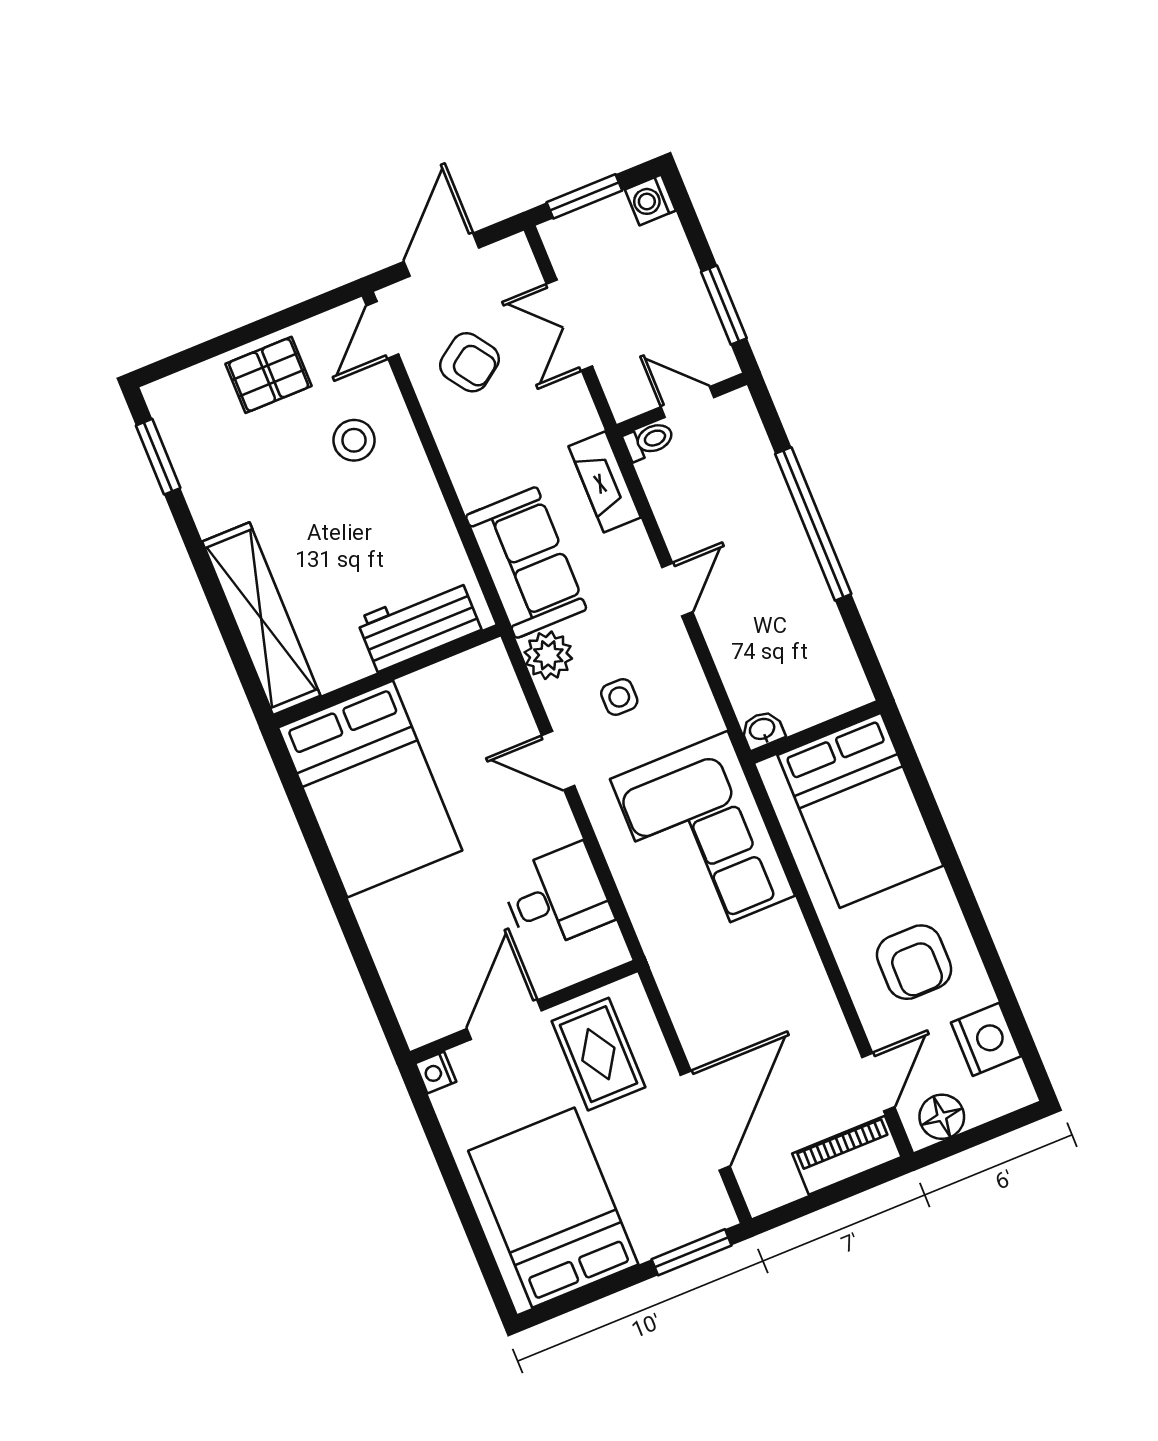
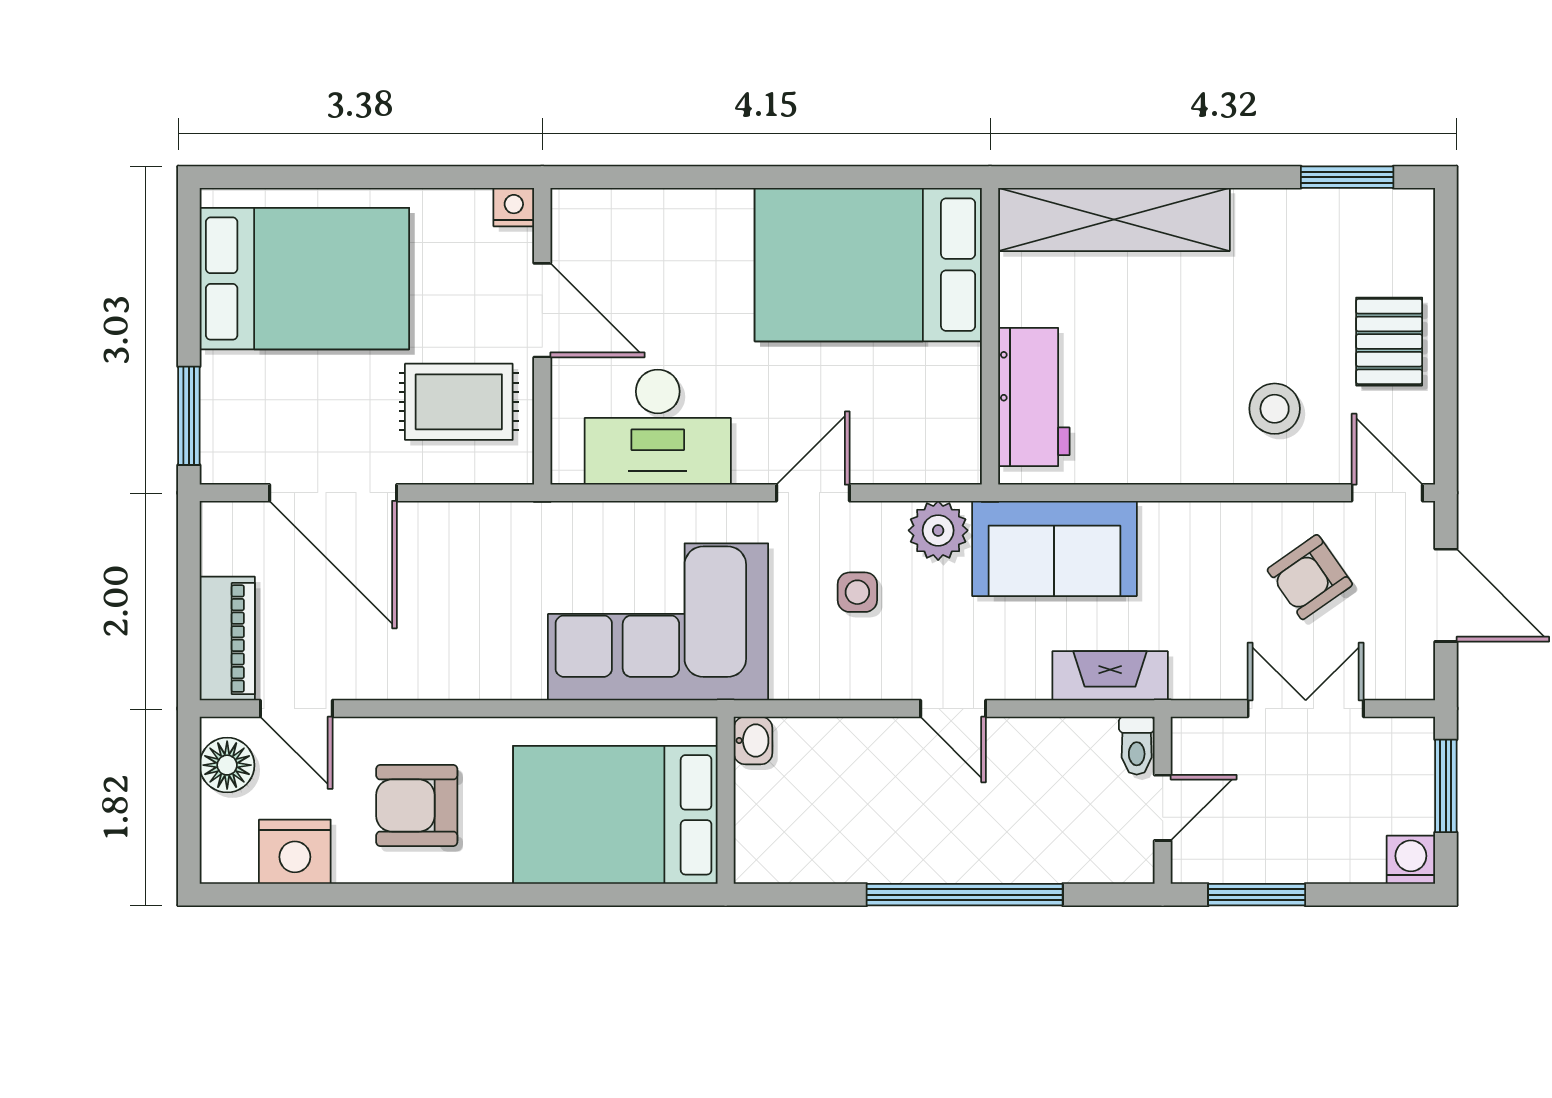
desk: (557, 897) -> (658, 427), width x1.37

